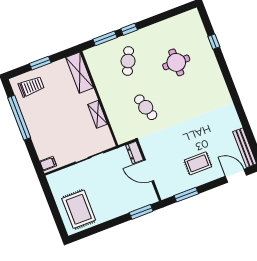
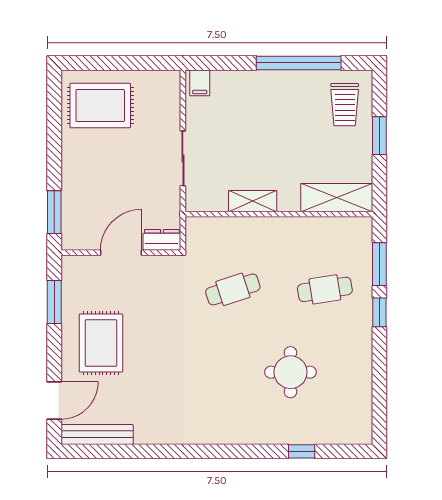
cafe table: (128, 61) -> (325, 289), turned -33
rug: (198, 163) -> (101, 343), width x1.36, depth x1.43

